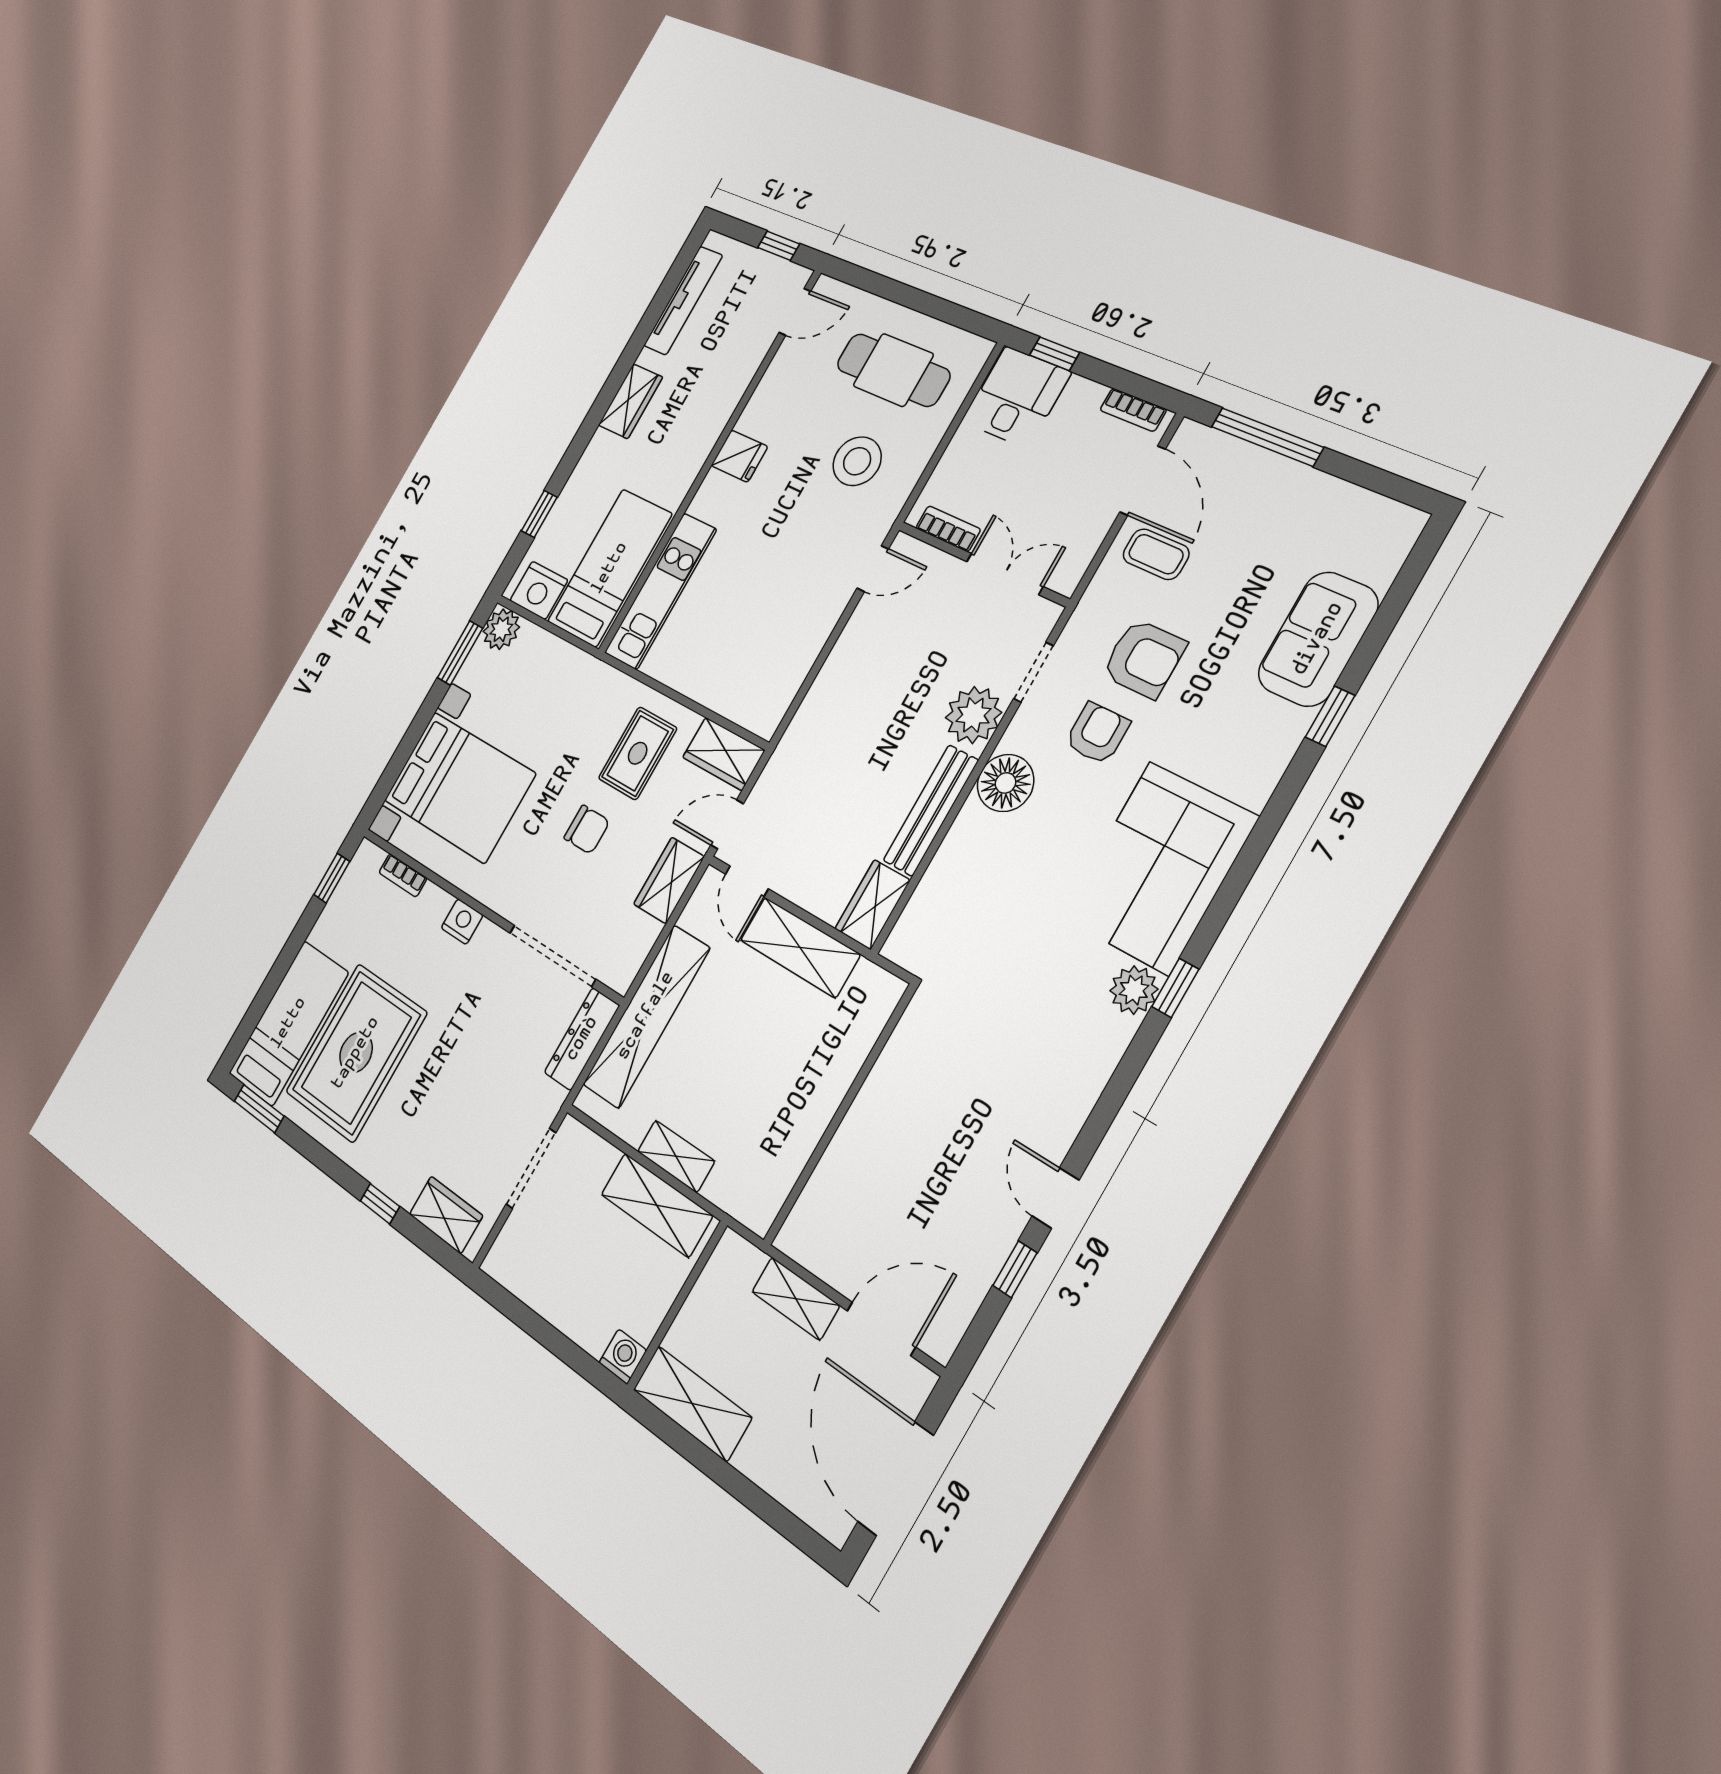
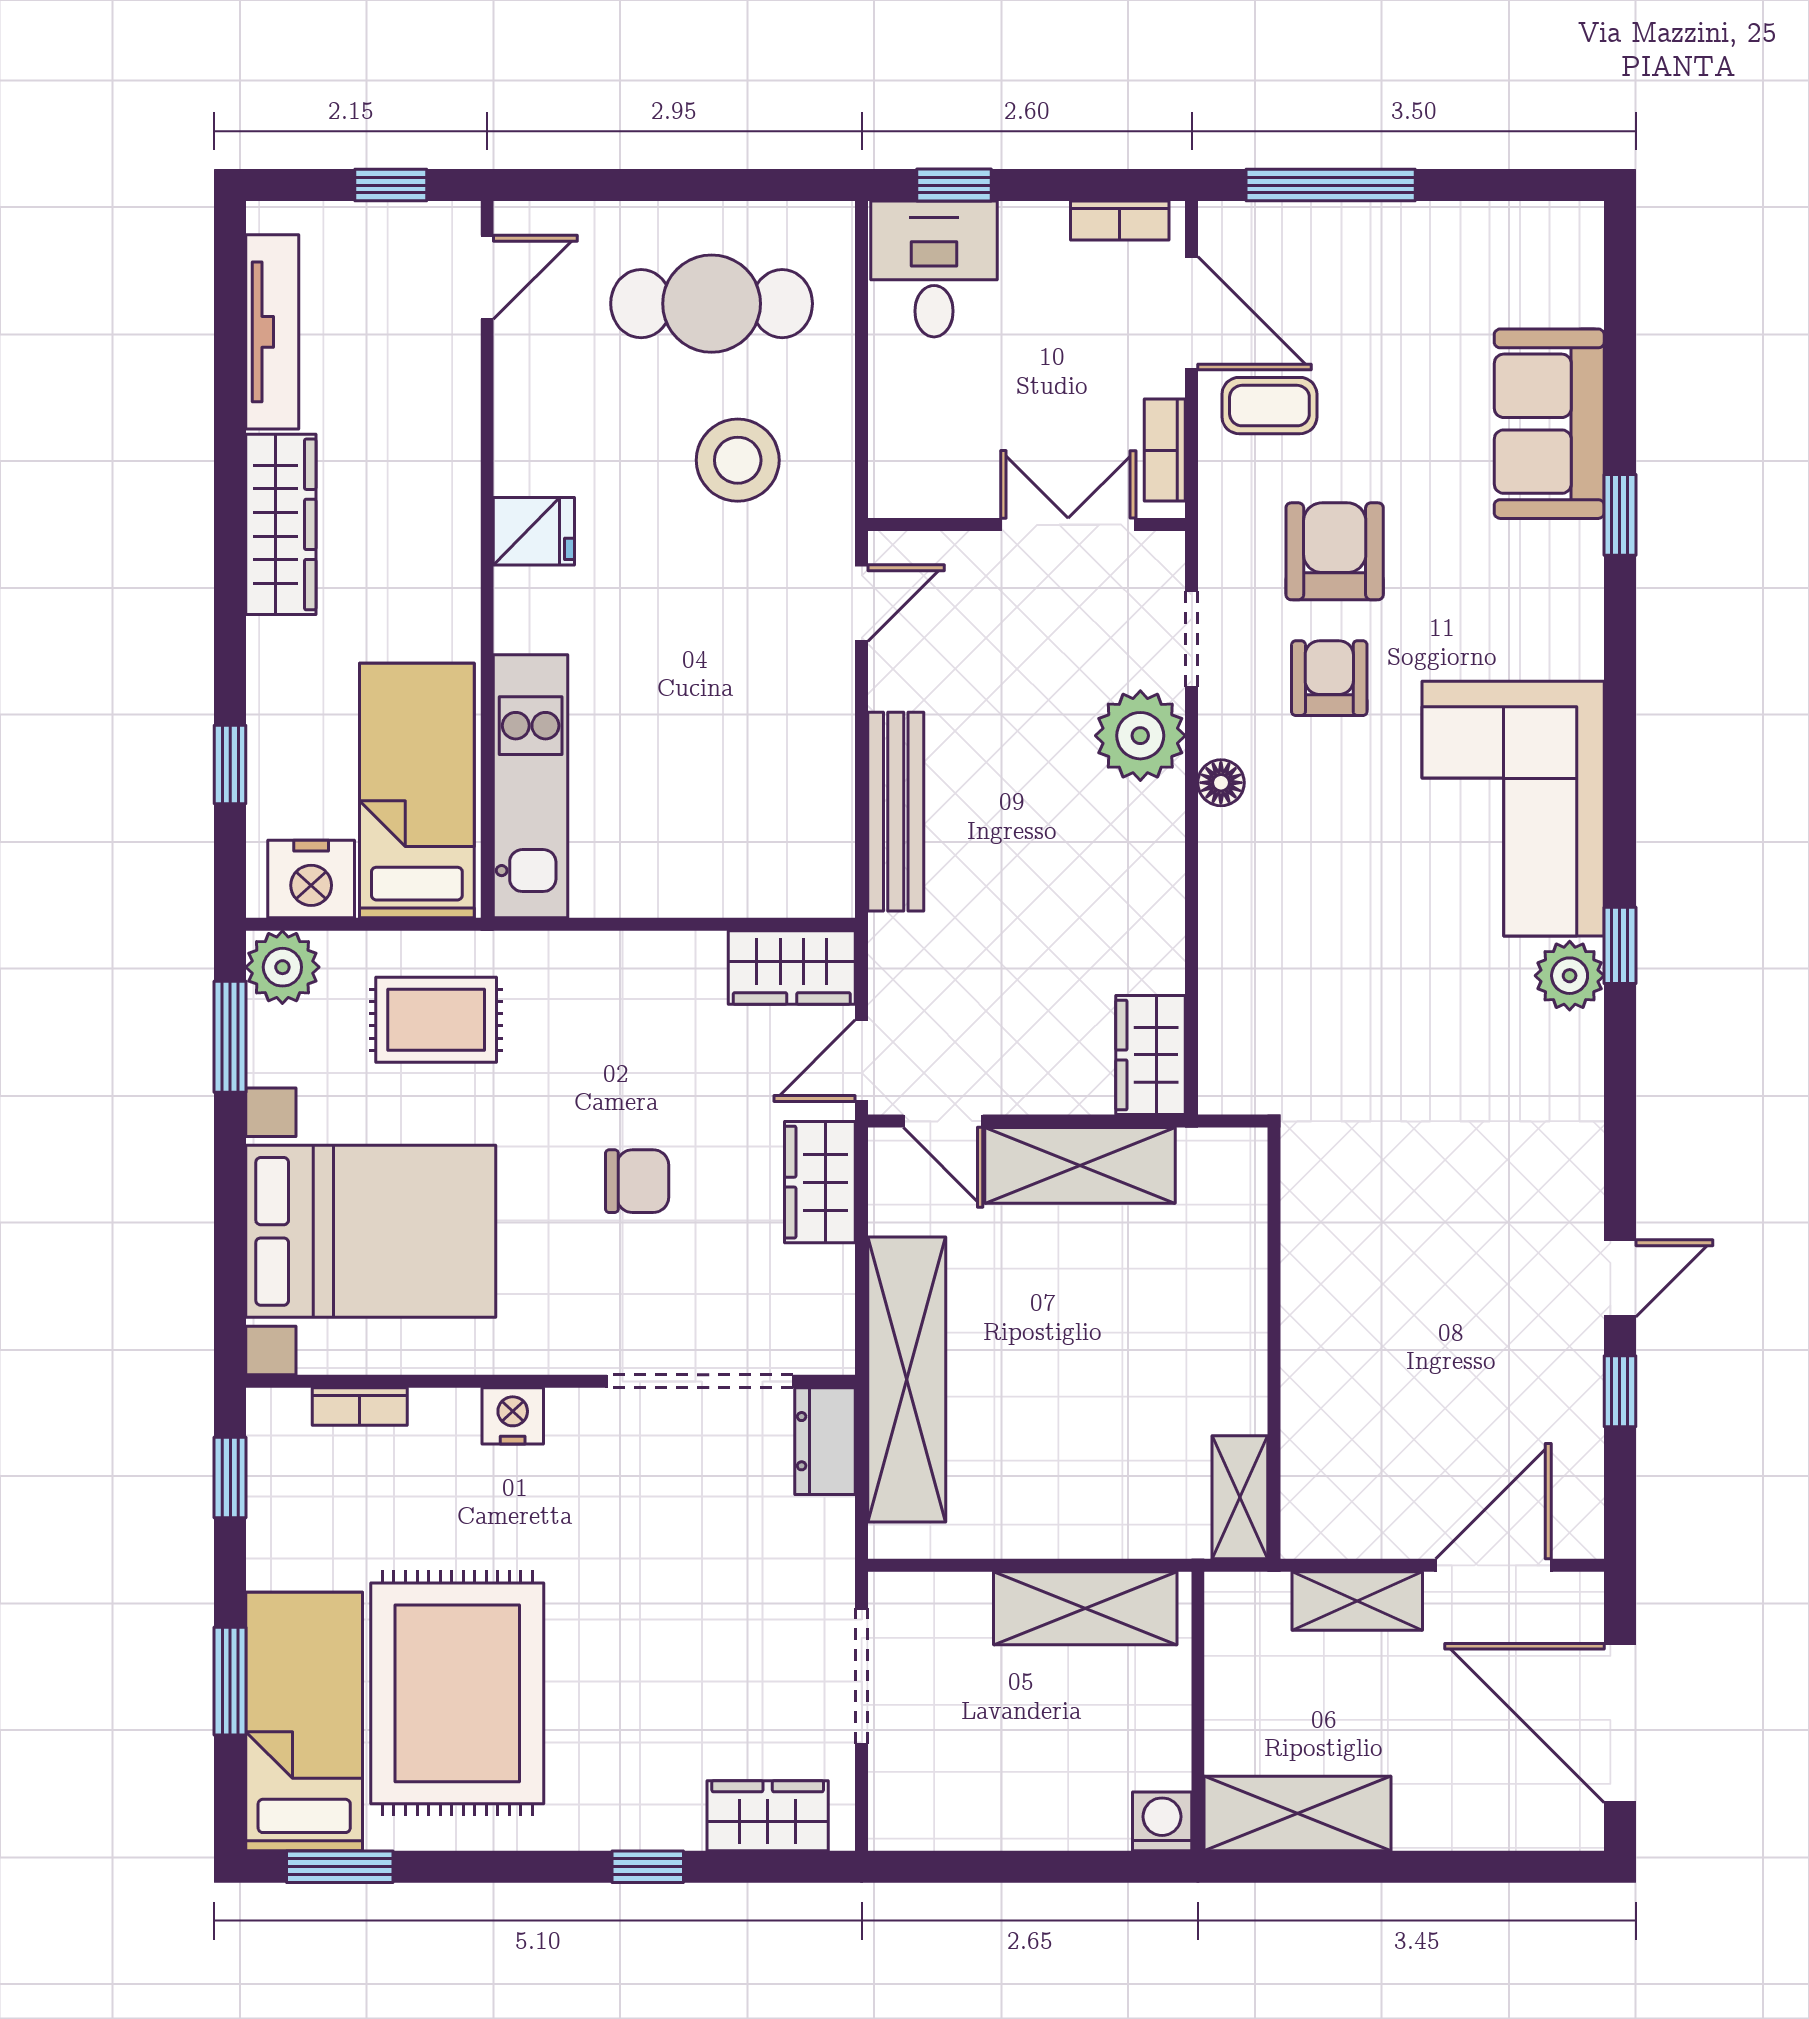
wardrobe: (630, 401) -> (281, 524), width x1.50
bookcase: (948, 529) -> (1165, 450), moved, turned -90
armchair: (1144, 658) -> (1335, 551), turned -90
rug: (638, 753) -> (436, 1020), moved, turned 90
floor lamp: (1006, 783) -> (1221, 783), width x0.53, depth x0.53
bench: (931, 810) -> (896, 812), moved
window: (273, 982) -> (230, 1681), added
dresser: (582, 1039) -> (825, 1441), width x0.70
shelving: (676, 1156) -> (1240, 1497), moved, turned 90
door: (1055, 1198) -> (1620, 1278), swing flipped

